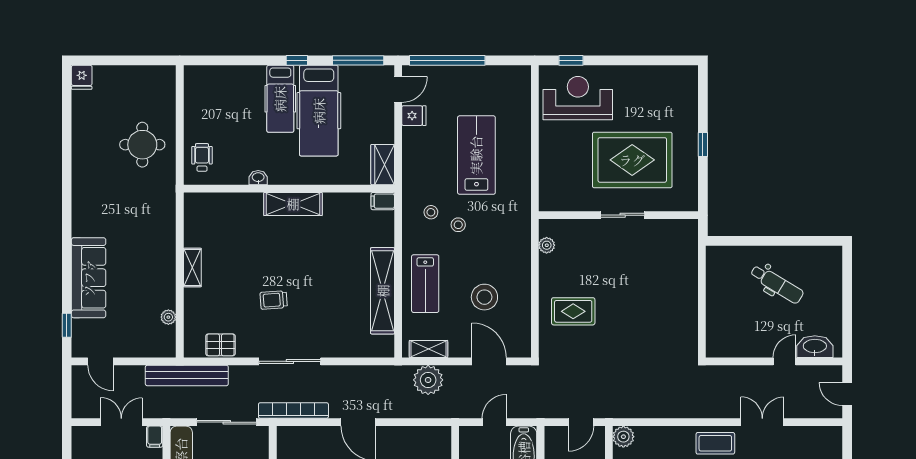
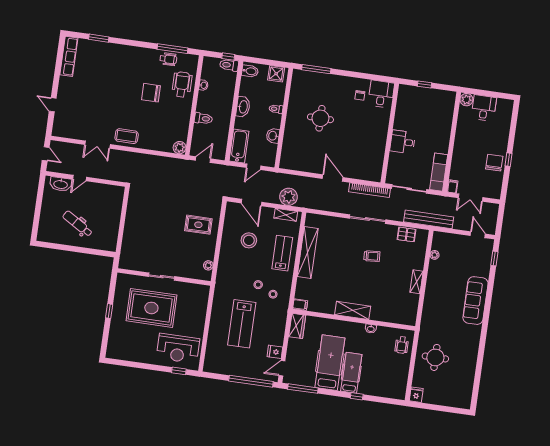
window: (297, 60) -> (357, 396), moved
fridge: (82, 77) -> (416, 395), moved
sofa: (89, 278) -> (475, 301), moved

